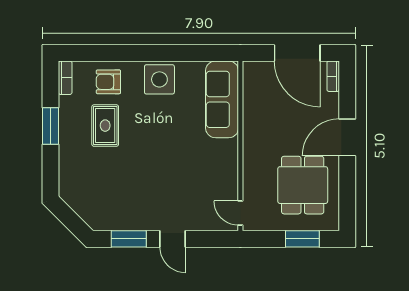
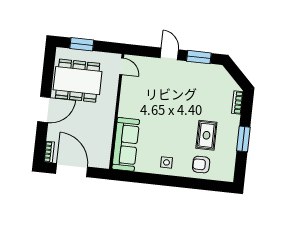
bookcase: (65, 78) -> (237, 102), moved
side table: (159, 79) -> (166, 162), width x0.54, depth x0.54
armchair: (108, 82) -> (201, 165), turned 180
dining table: (303, 185) -> (78, 81), width x1.38

